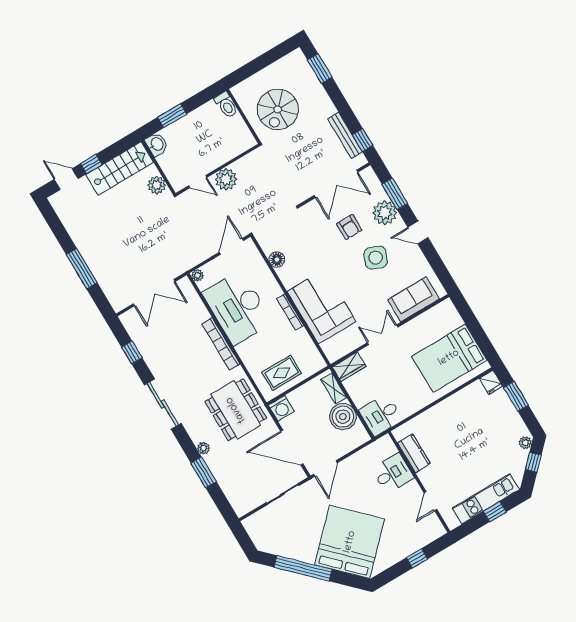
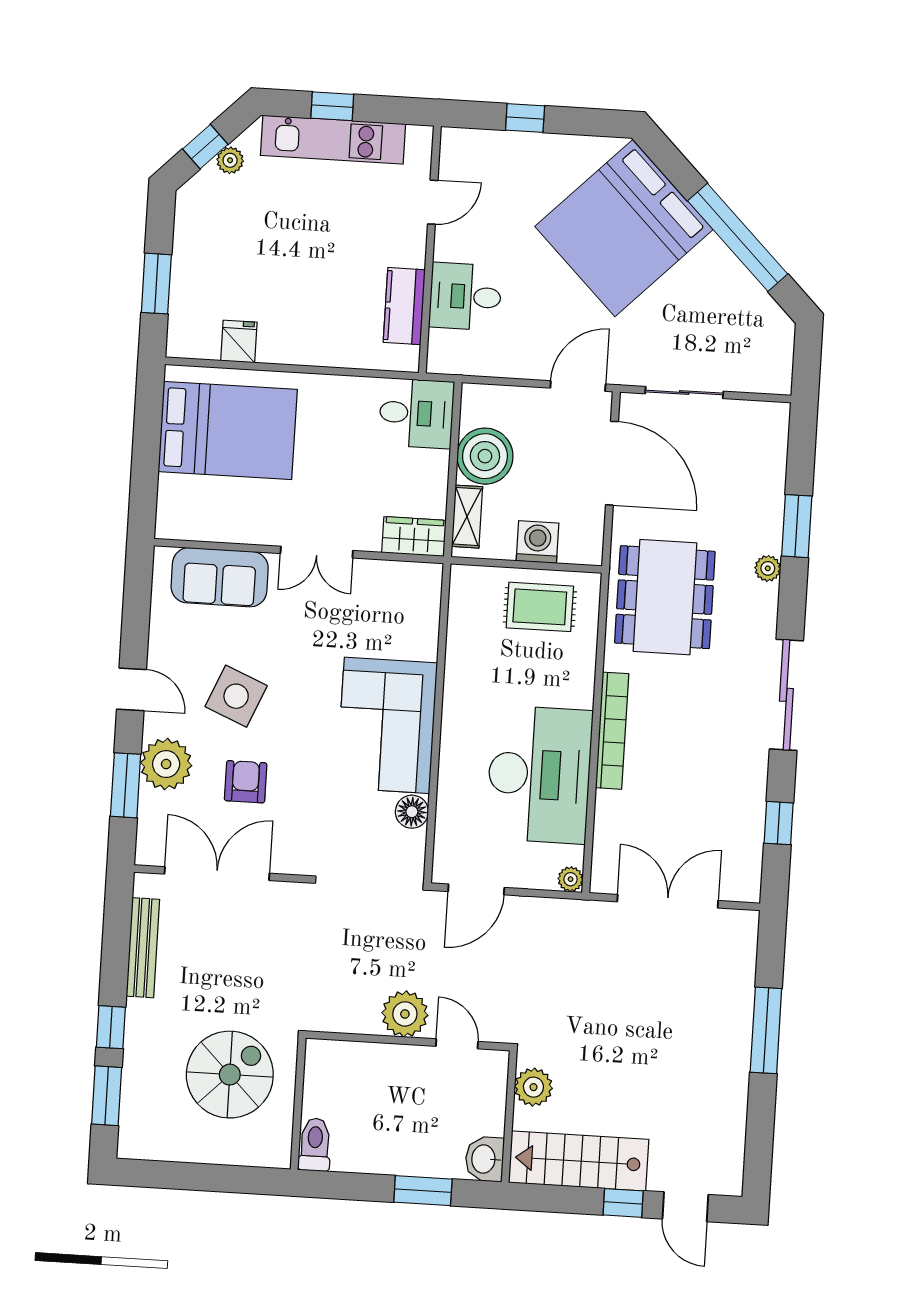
window: (363, 140) -> (111, 1027), moved
corner sofa: (322, 307) -> (387, 725), moved
bookcase: (290, 312) -> (452, 703), removed
fridge: (491, 382) -> (239, 342), moved
washing machine: (281, 408) -> (537, 542), moved
plant: (525, 443) -> (230, 160), moved

